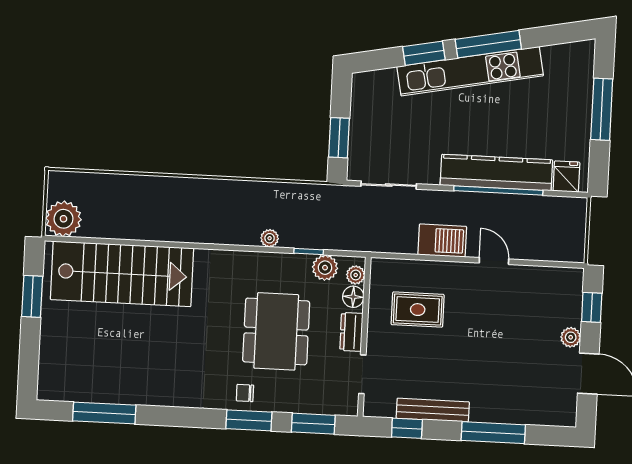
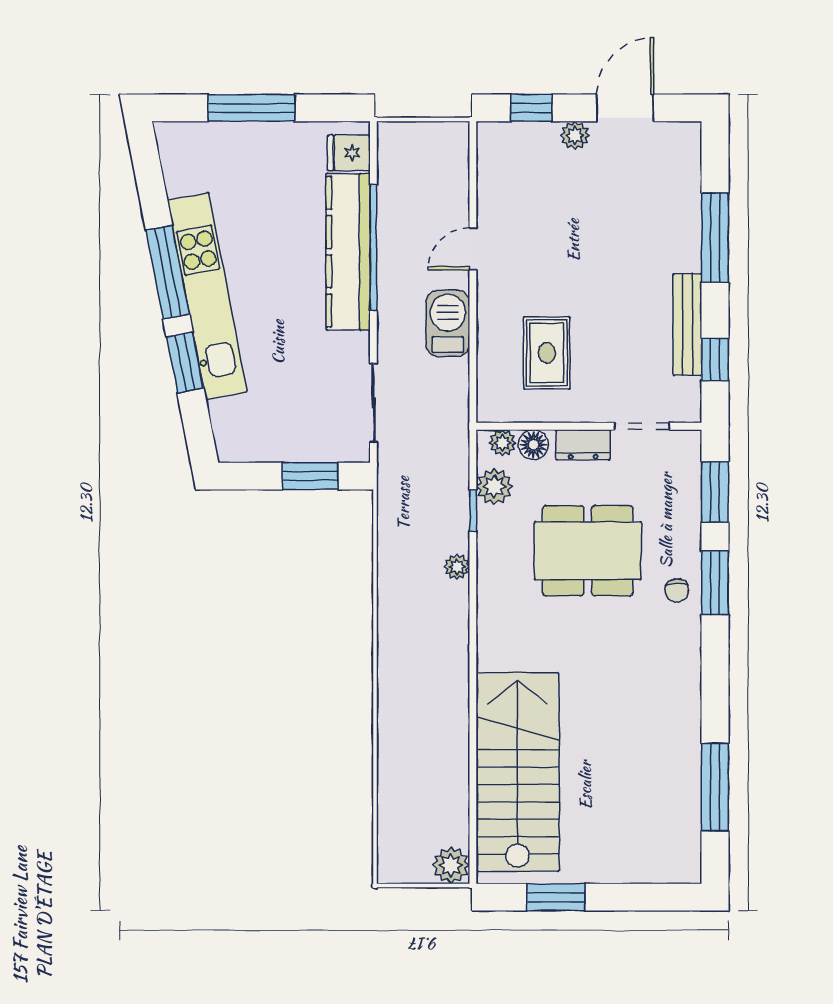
plant: (64, 219) -> (451, 865), width x0.73, depth x0.73

